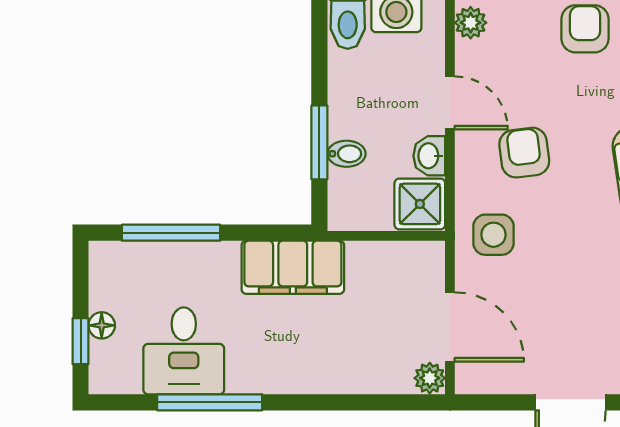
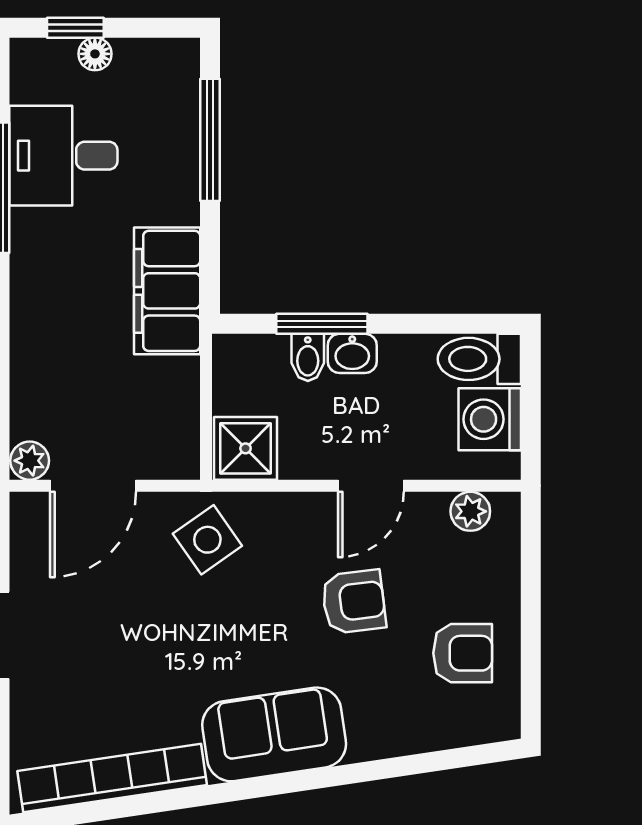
armchair: (524, 153) -> (354, 602), moved
washbasin: (429, 156) -> (352, 353), moved, turned 180
side table: (493, 235) -> (207, 540), turned -35

